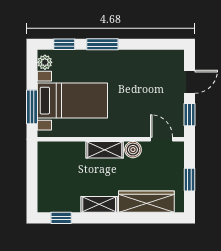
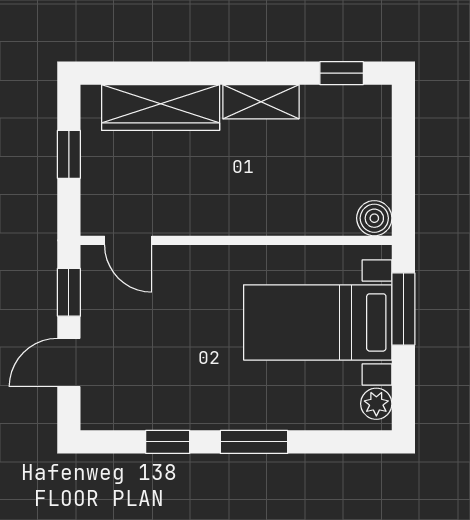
window: (64, 44) -> (168, 442), moved
shelving: (105, 150) -> (249, 218), removed
boiler: (133, 150) -> (374, 218), moved

